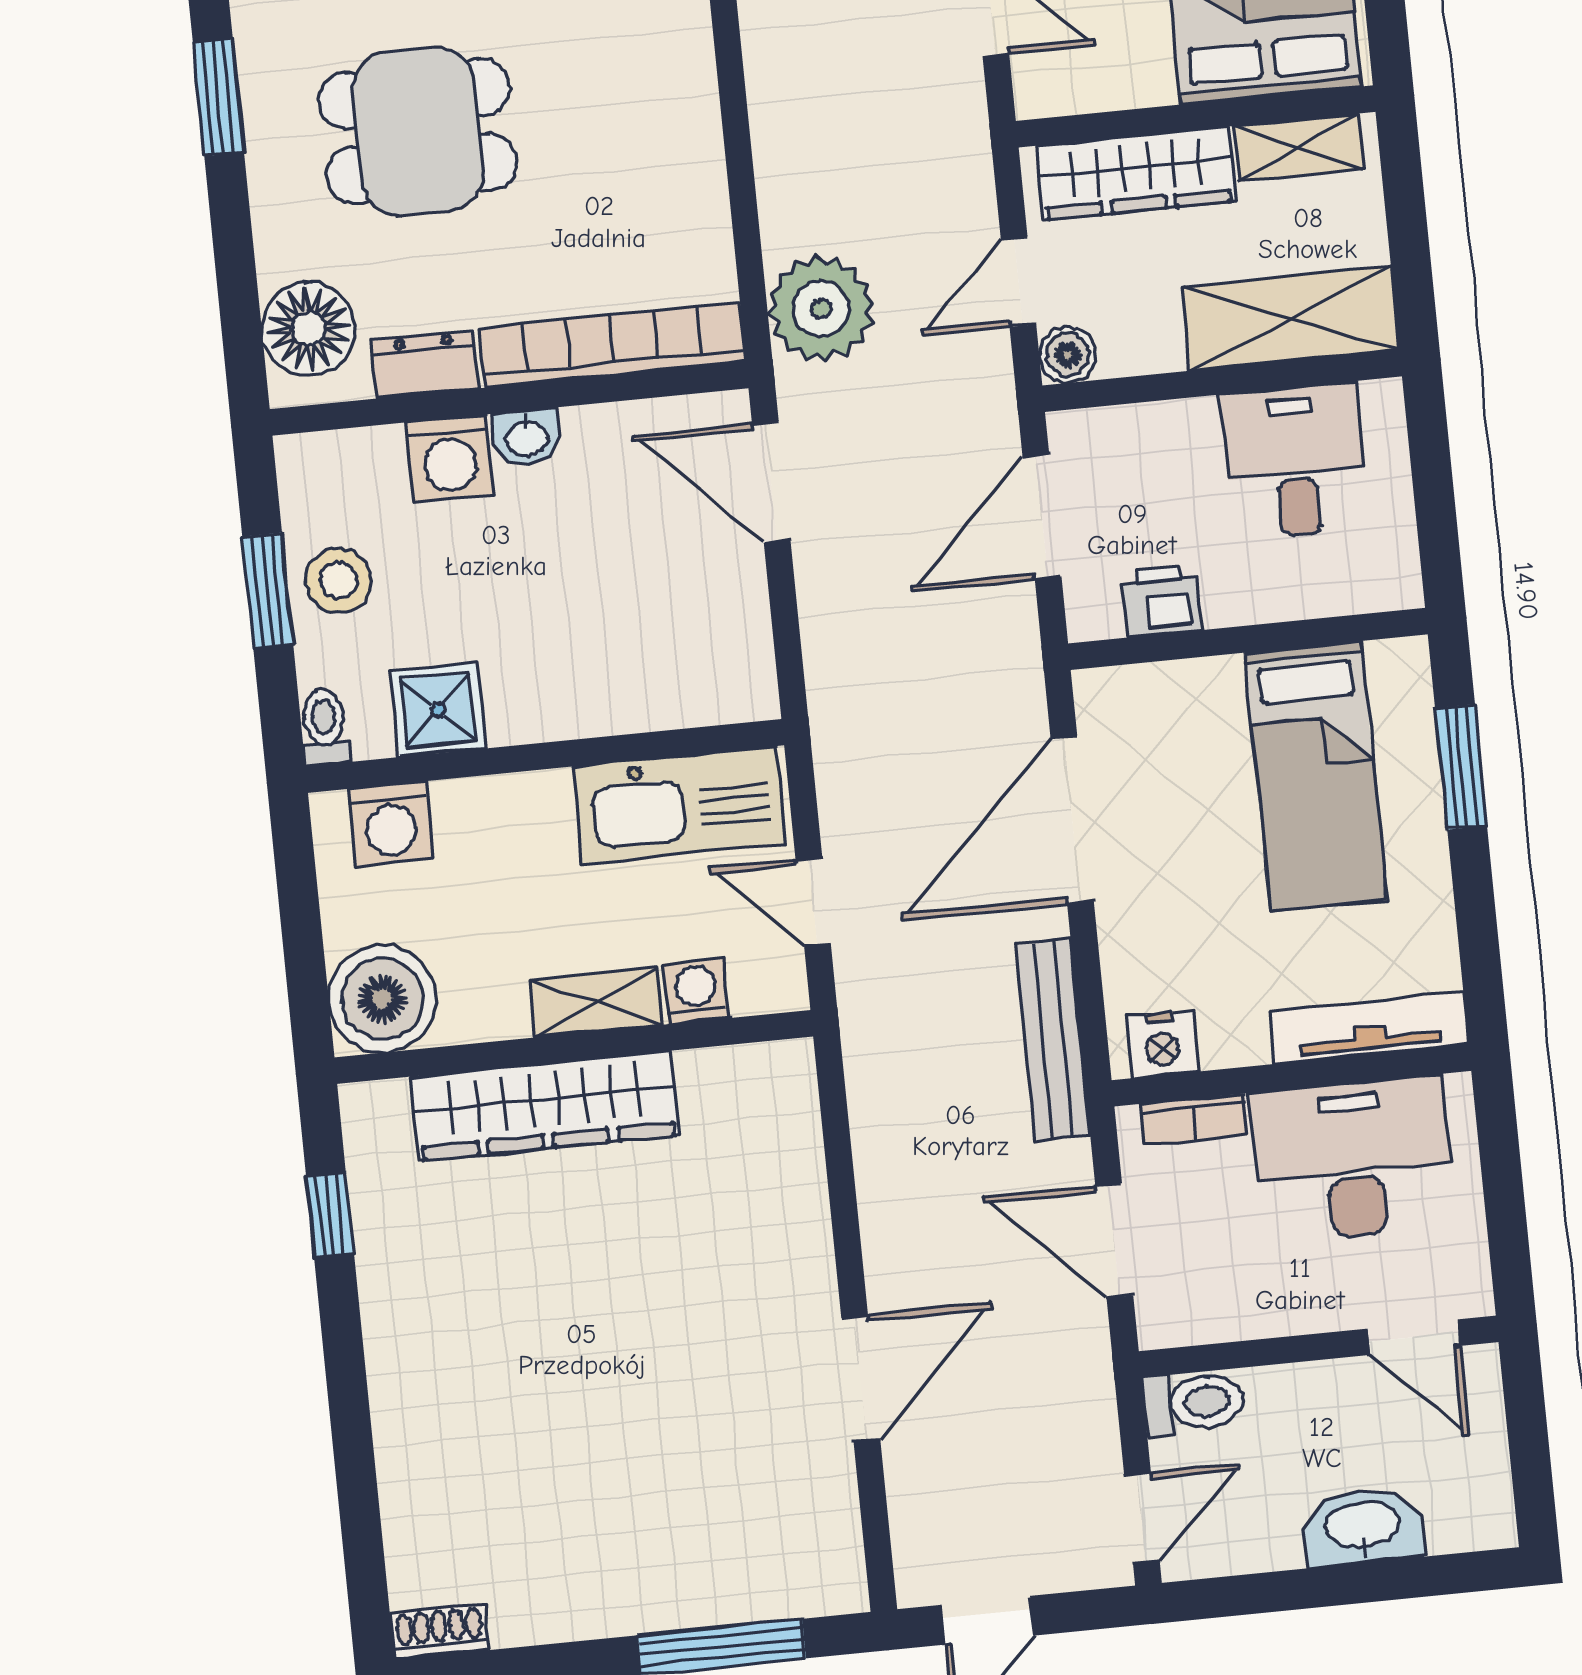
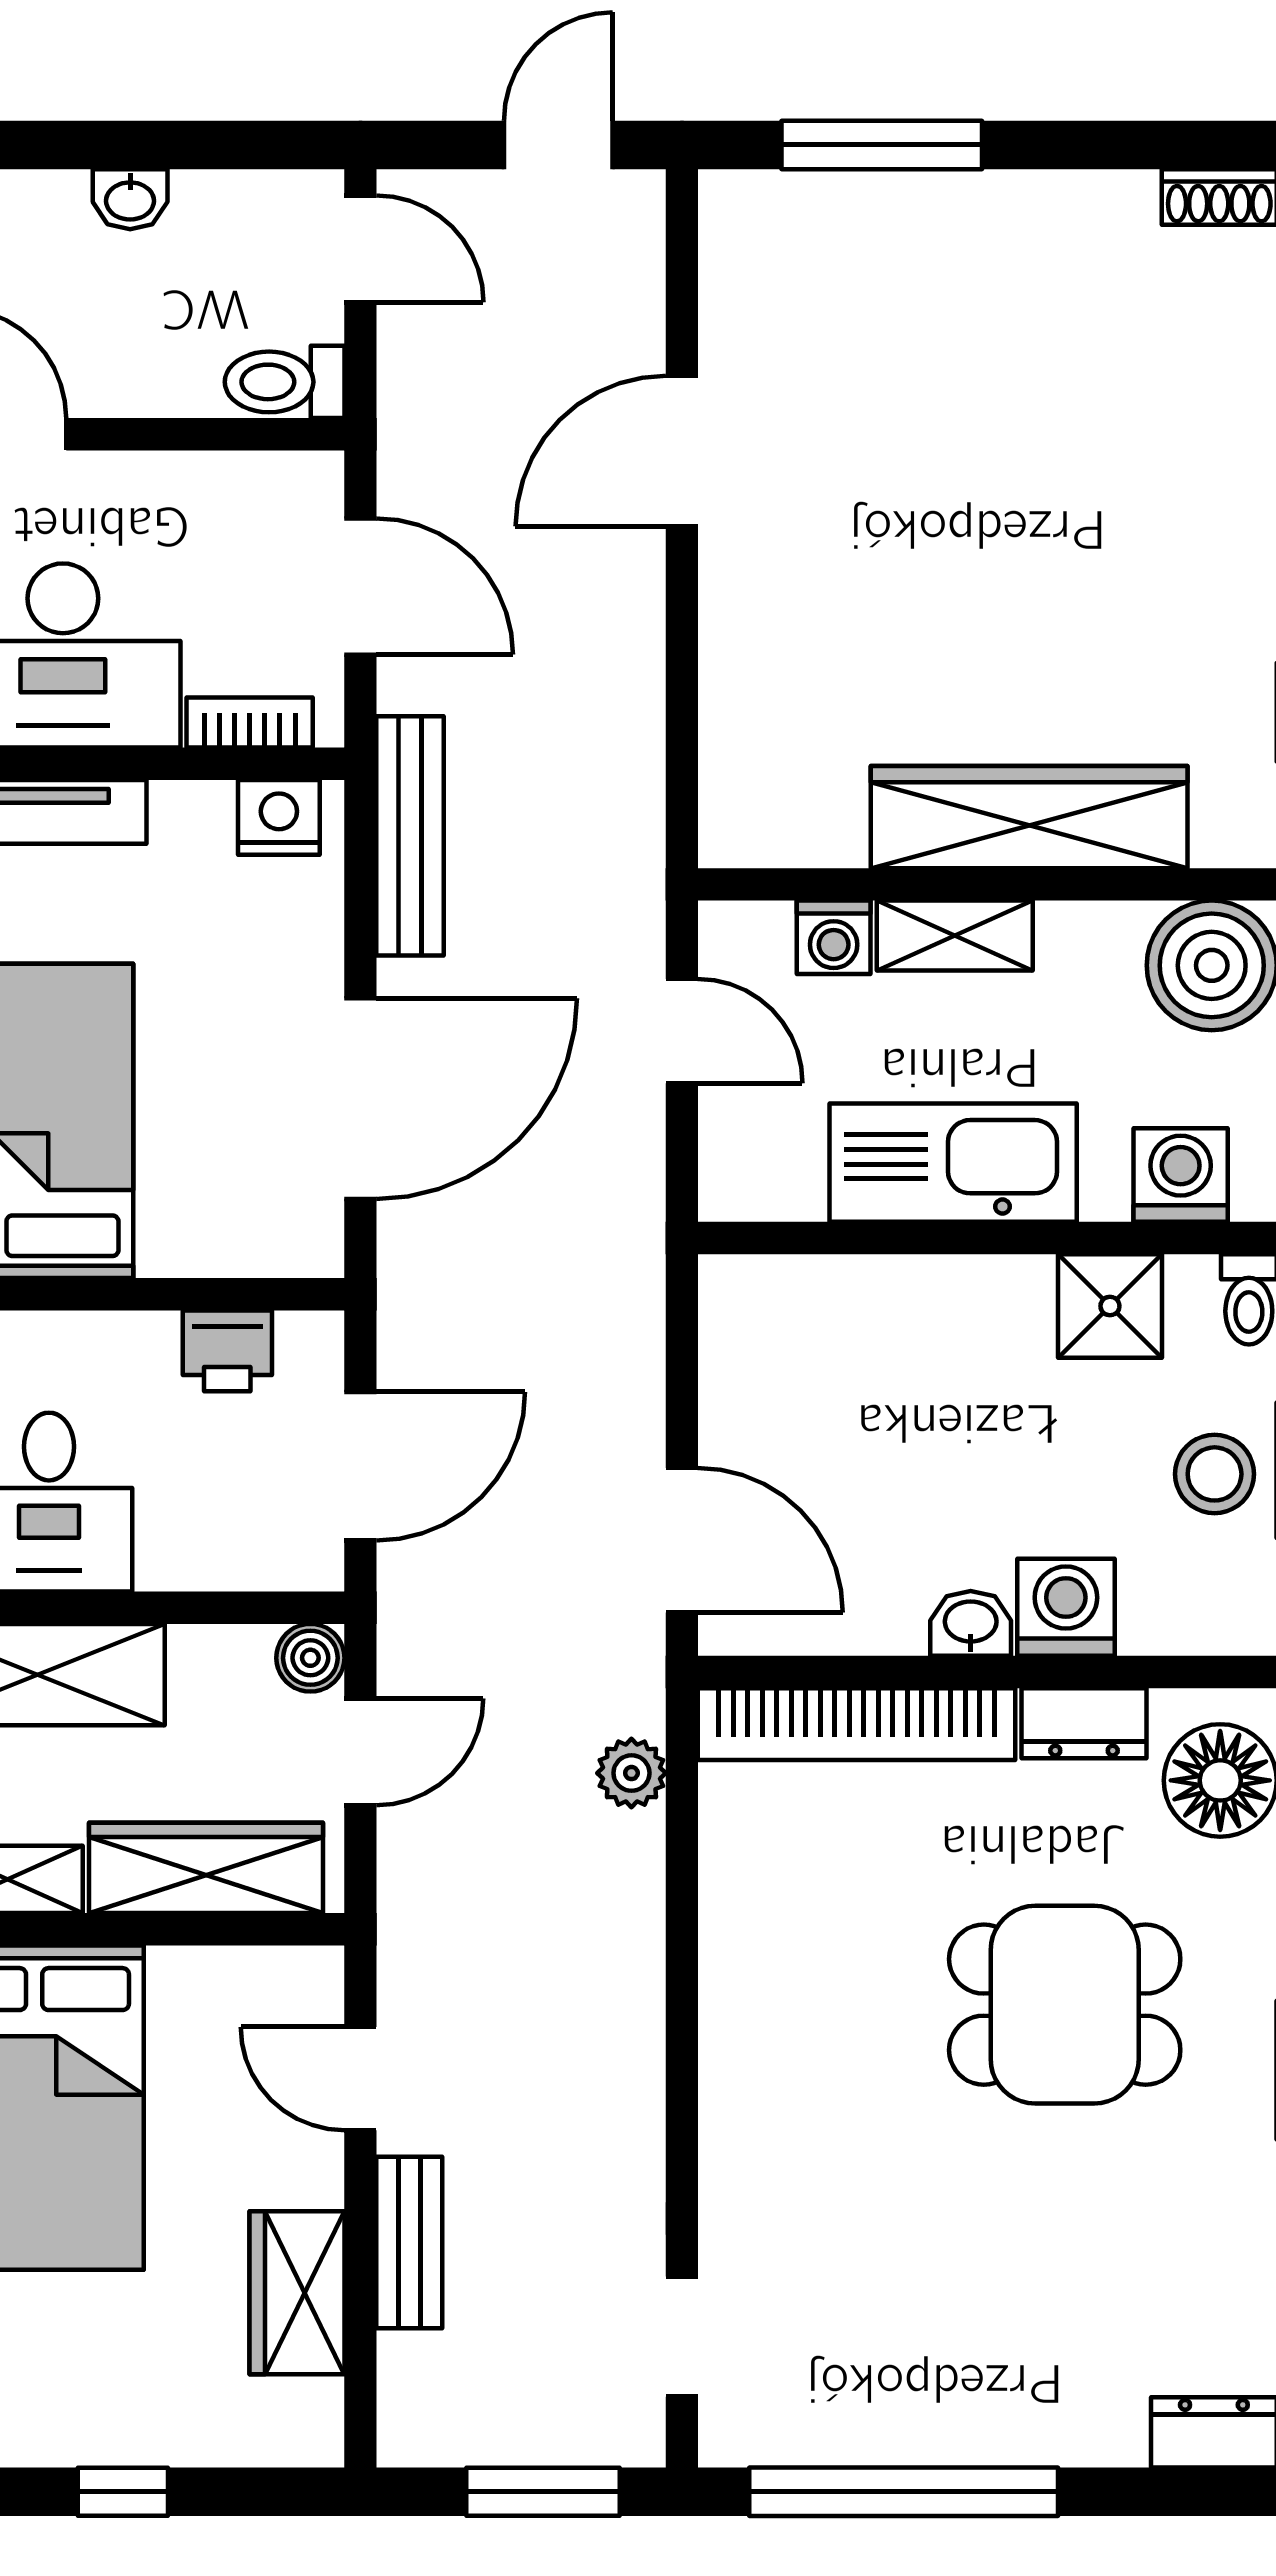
plant: (821, 309) -> (631, 1773), width x0.53, depth x0.53
kitchen sink: (679, 805) -> (953, 1163), moved
door: (1142, 1519) -> (360, 249), swing flipped
washbasin: (1363, 1527) -> (130, 199), width x0.52, depth x0.69

